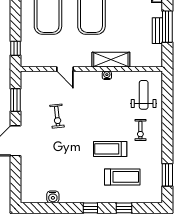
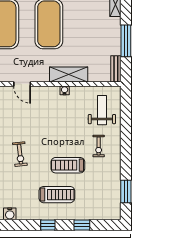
bench: (157, 31) -> (116, 69), moved
exercise bike: (57, 116) -> (20, 154), moved
treadmill: (122, 177) -> (57, 195), moved

